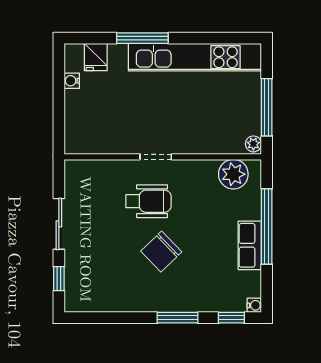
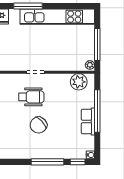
window: (177, 318) -> (48, 162), width x1.44

